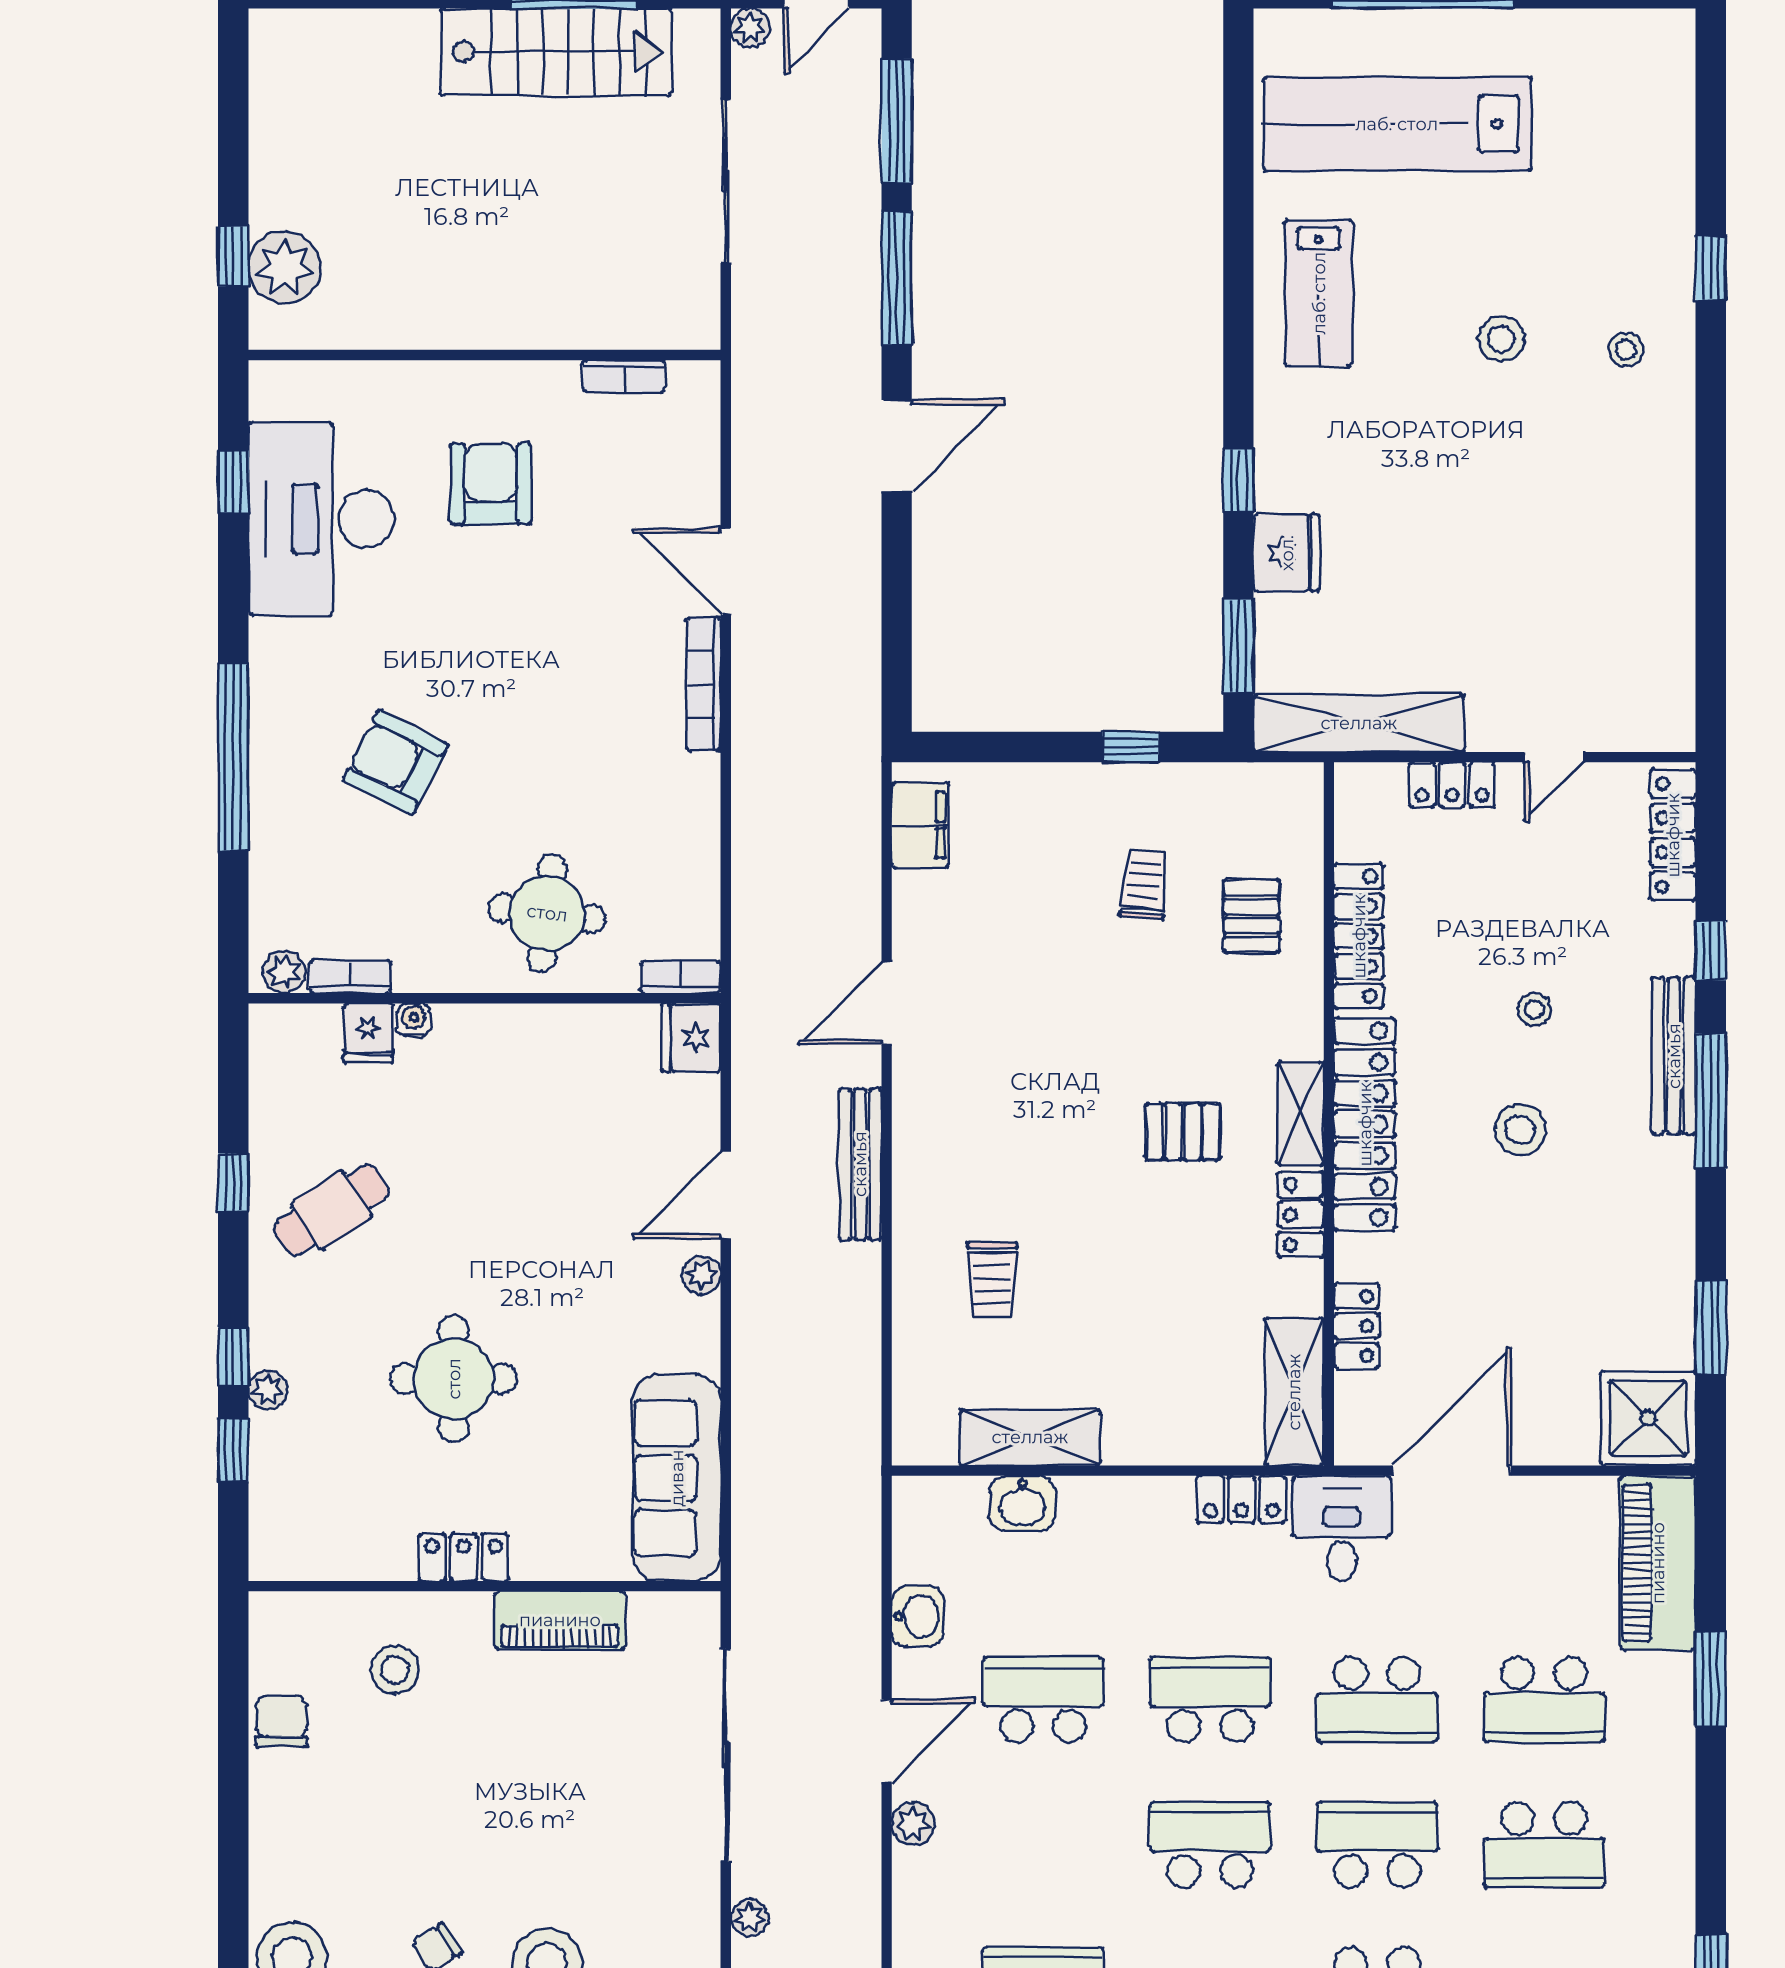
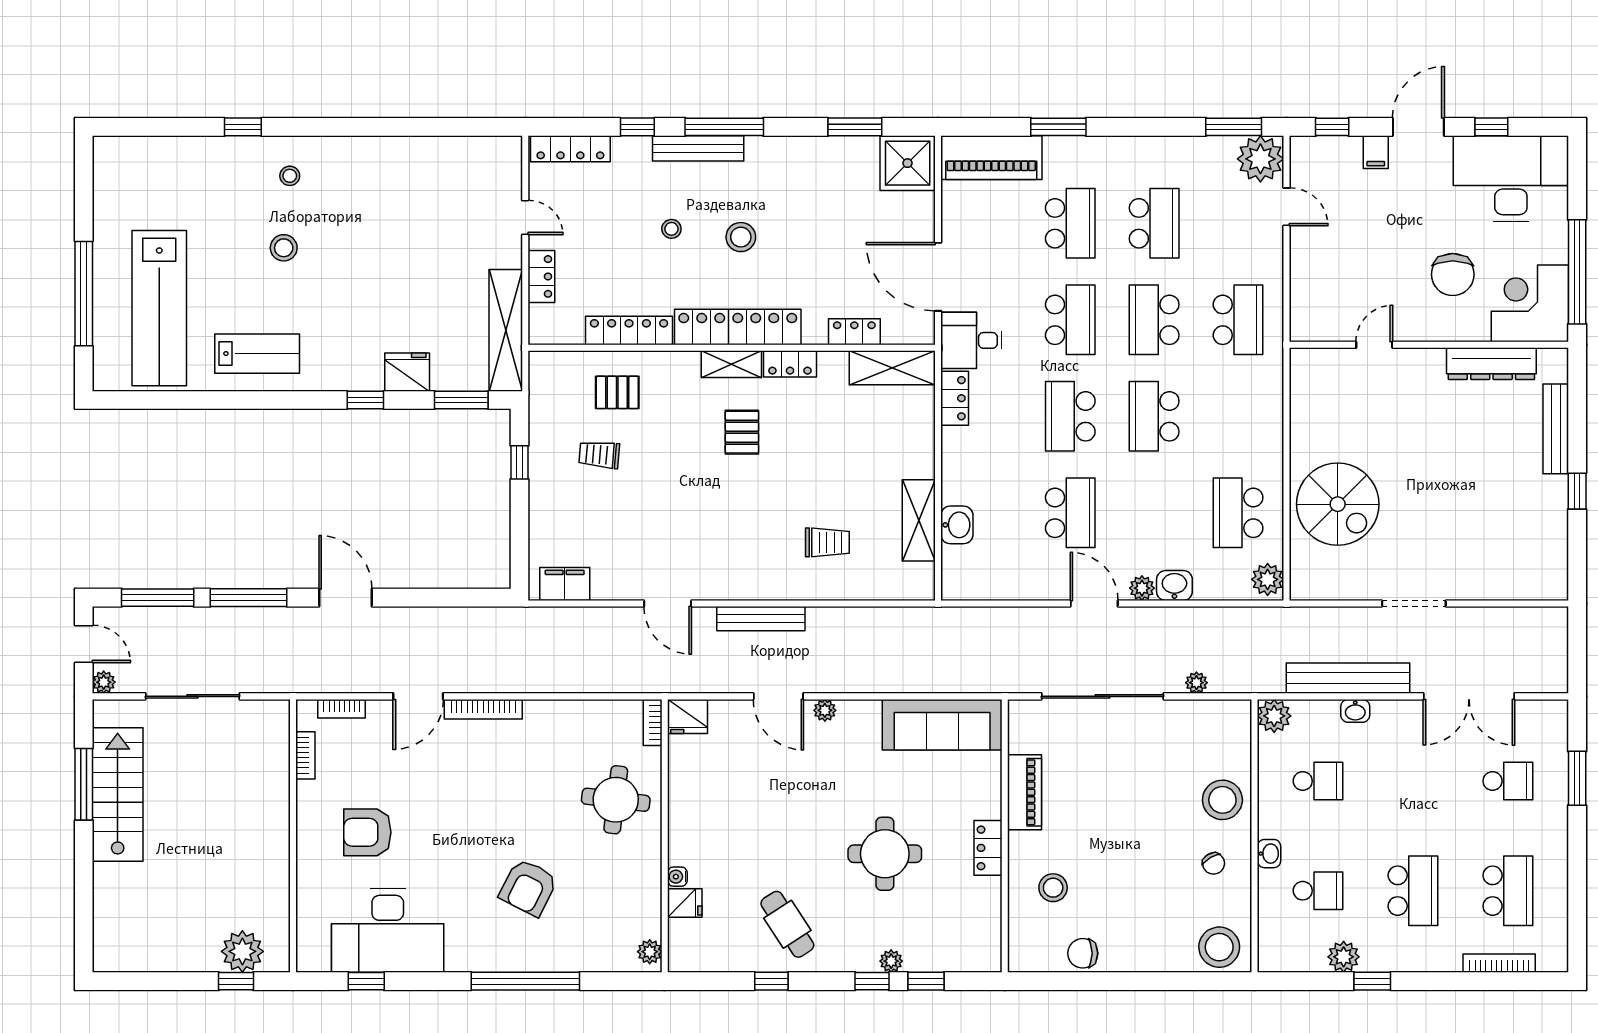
bookcase: (350, 977) -> (342, 709), moved, turned -90
washbasin: (918, 1616) -> (1174, 585), moved
school desk: (1043, 1700) -> (1070, 513), turned 180

